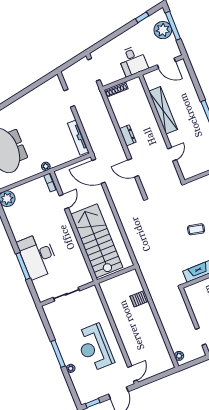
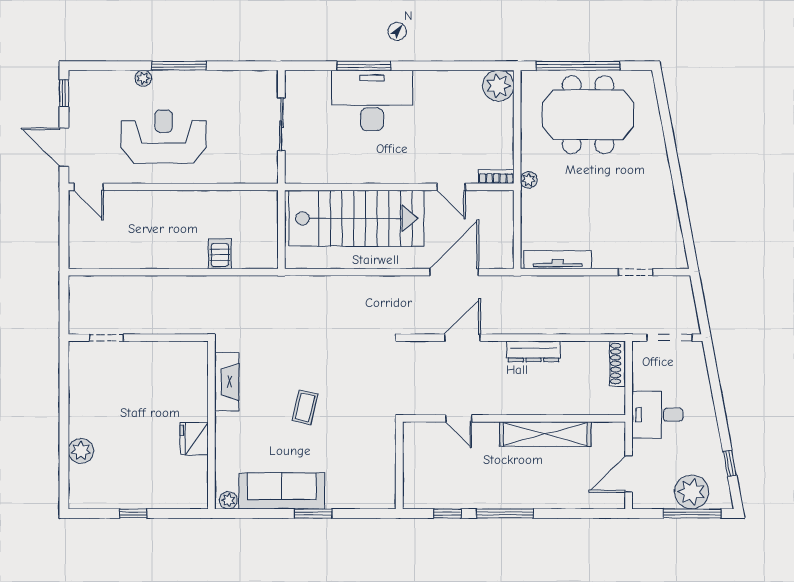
dresser: (128, 135) -> (534, 351), width x1.44
door: (99, 171) -> (454, 272), moved
plant: (179, 356) -> (87, 284), removed

